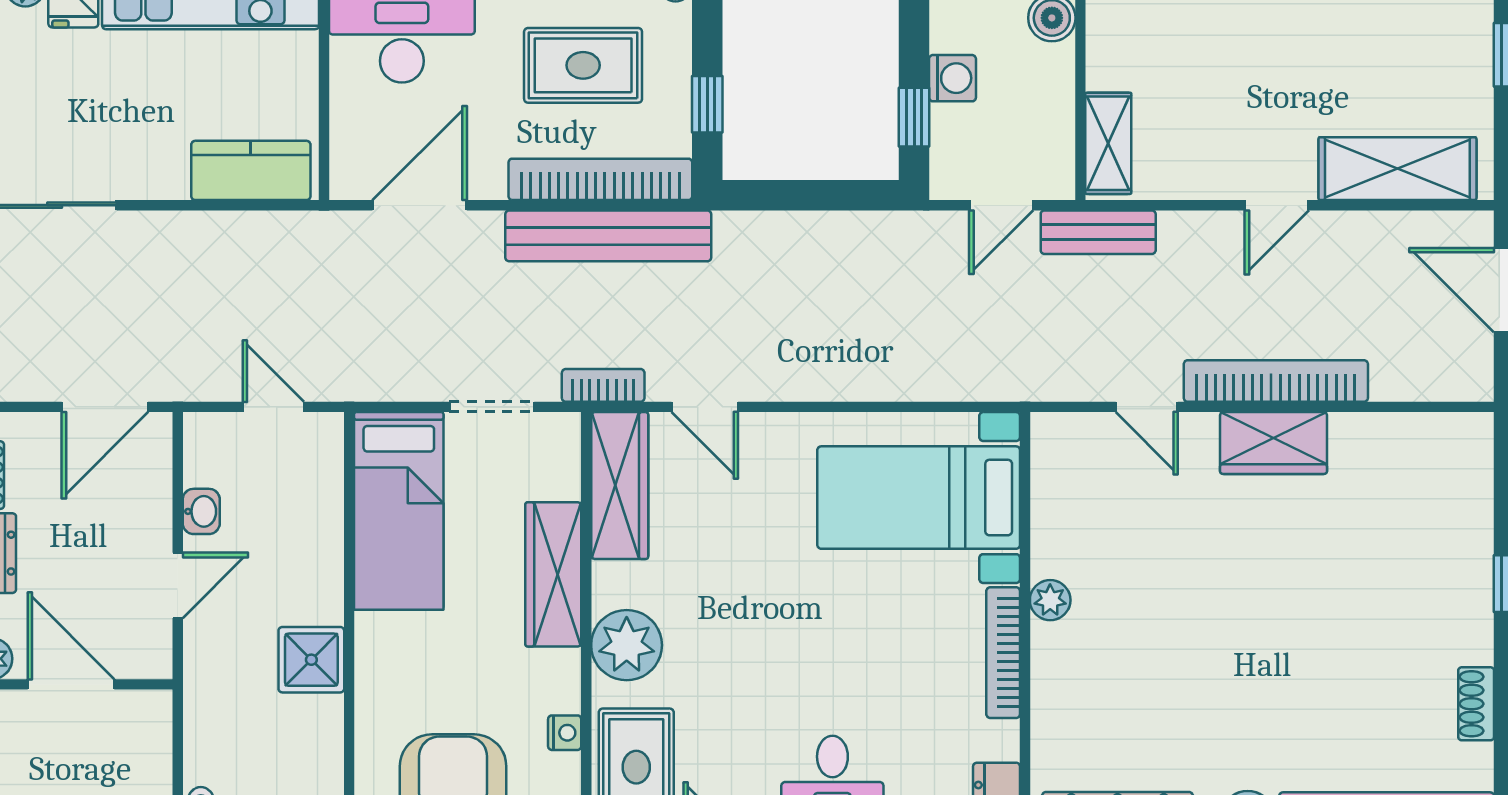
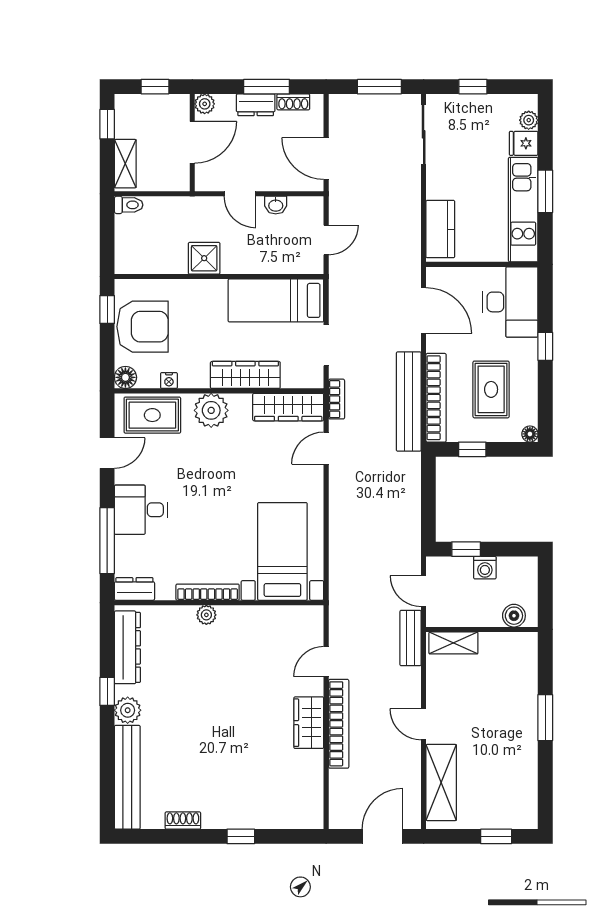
plant: (1050, 600) -> (206, 615), moved

